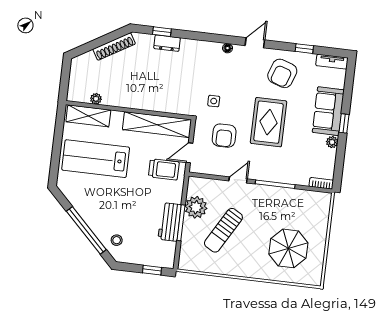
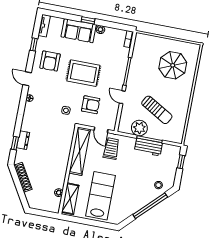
armchair: (282, 73) -> (50, 61), turned 71
lab bench: (96, 159) -> (100, 196), turned 180

